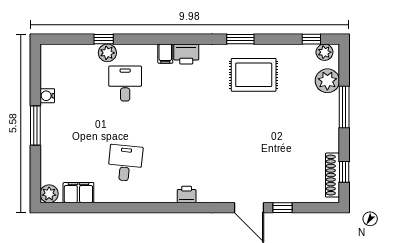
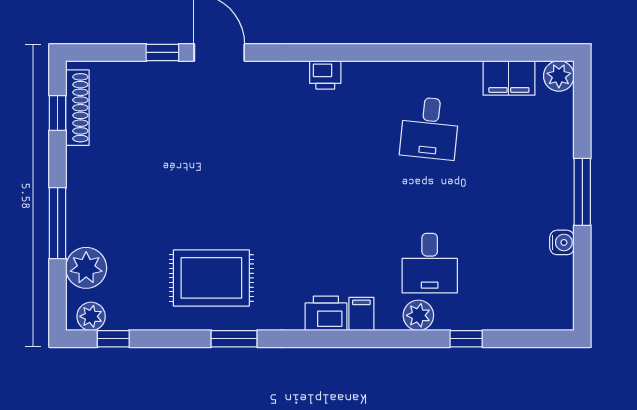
plant: (107, 53) -> (418, 315), moved

